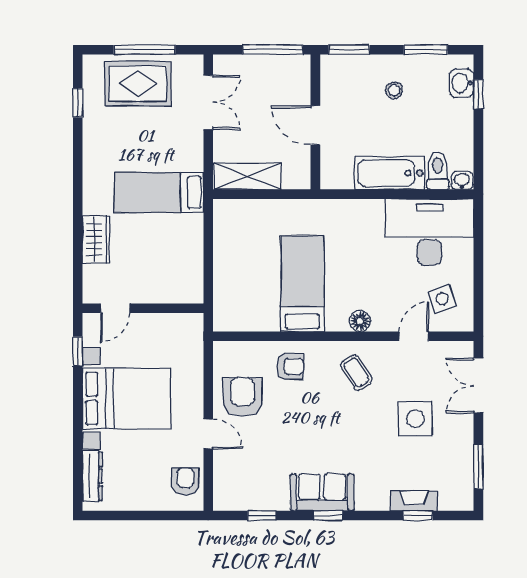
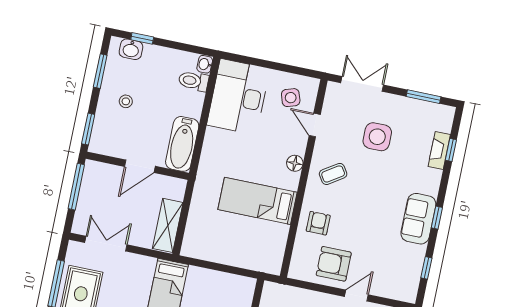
bathtub: (390, 173) -> (182, 144), moved
double door: (478, 386) -> (362, 84), swing flipped

